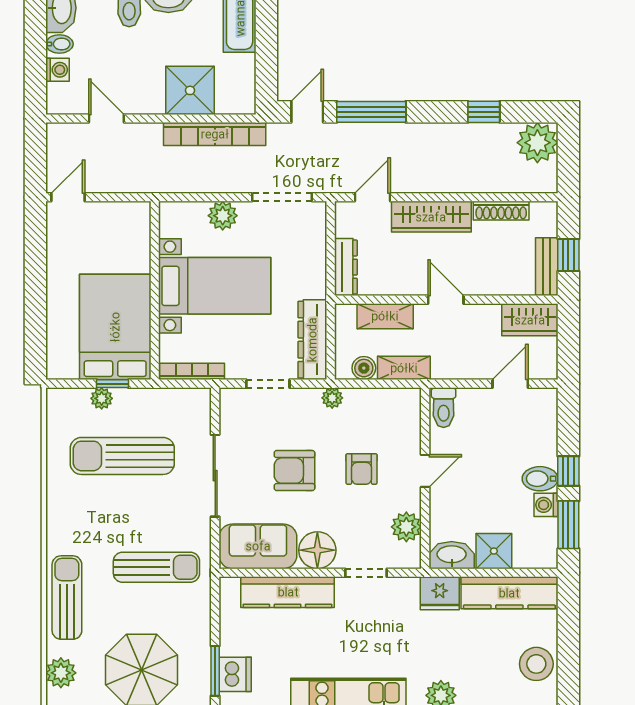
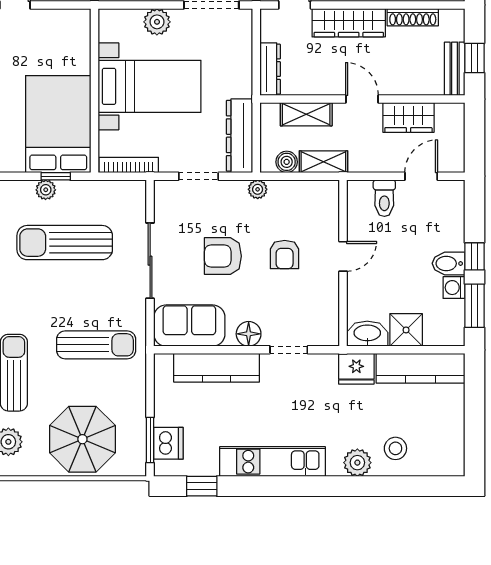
wardrobe: (530, 320) -> (408, 118), moved
toilet: (444, 408) -> (384, 198), moved
plant: (406, 527) -> (326, 308), removed
floor lamp: (317, 550) -> (249, 334), width x0.73, depth x0.73
stool: (536, 664) -> (395, 448), moved, width x0.73, depth x0.73

